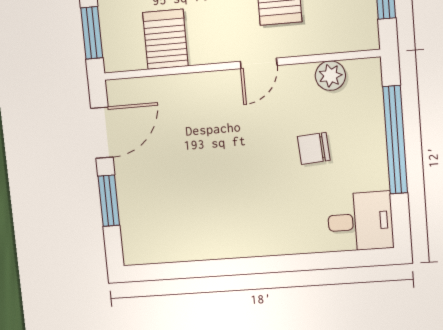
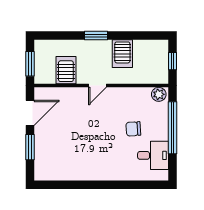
door: (259, 63) -> (98, 86), moved
plant: (330, 76) -> (159, 94), moved
desk: (360, 221) -> (153, 155), moved

